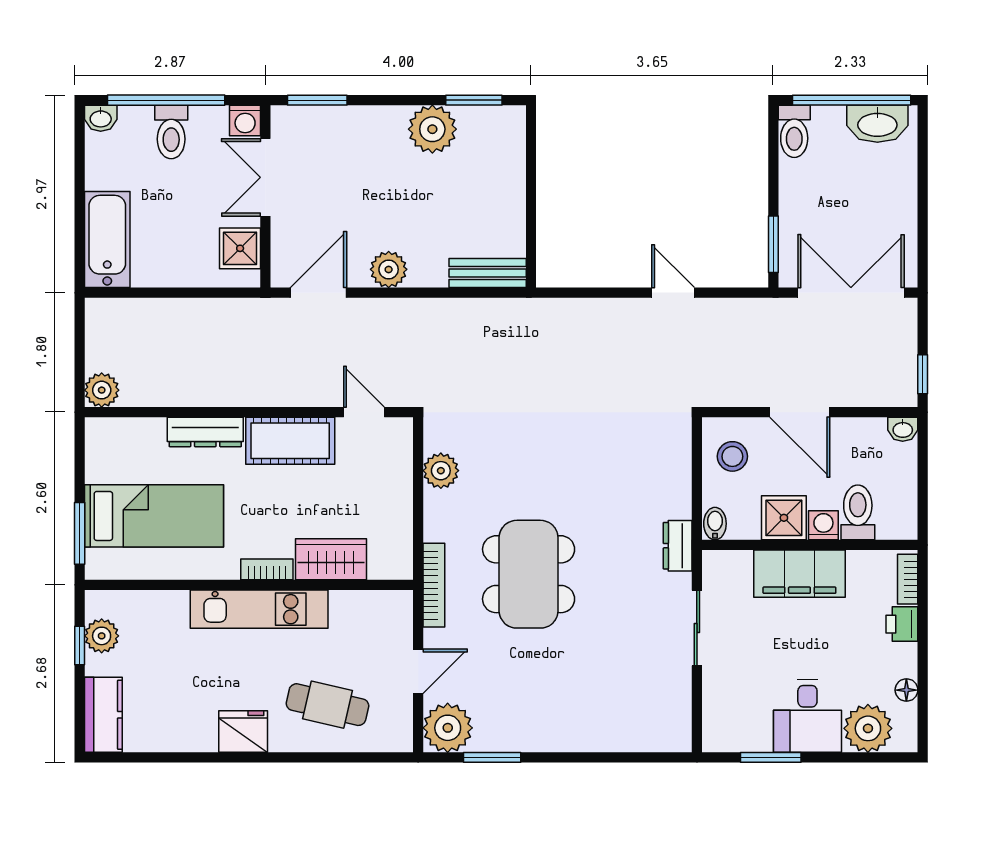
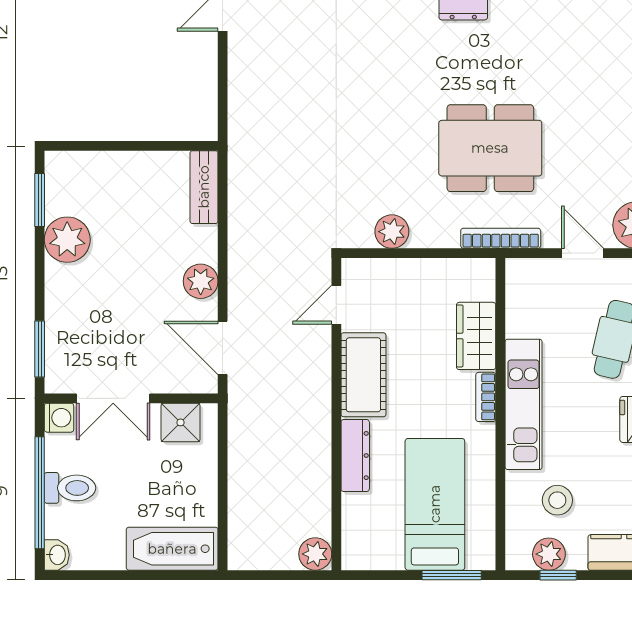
stool: (158, 645) -> (557, 500), added

